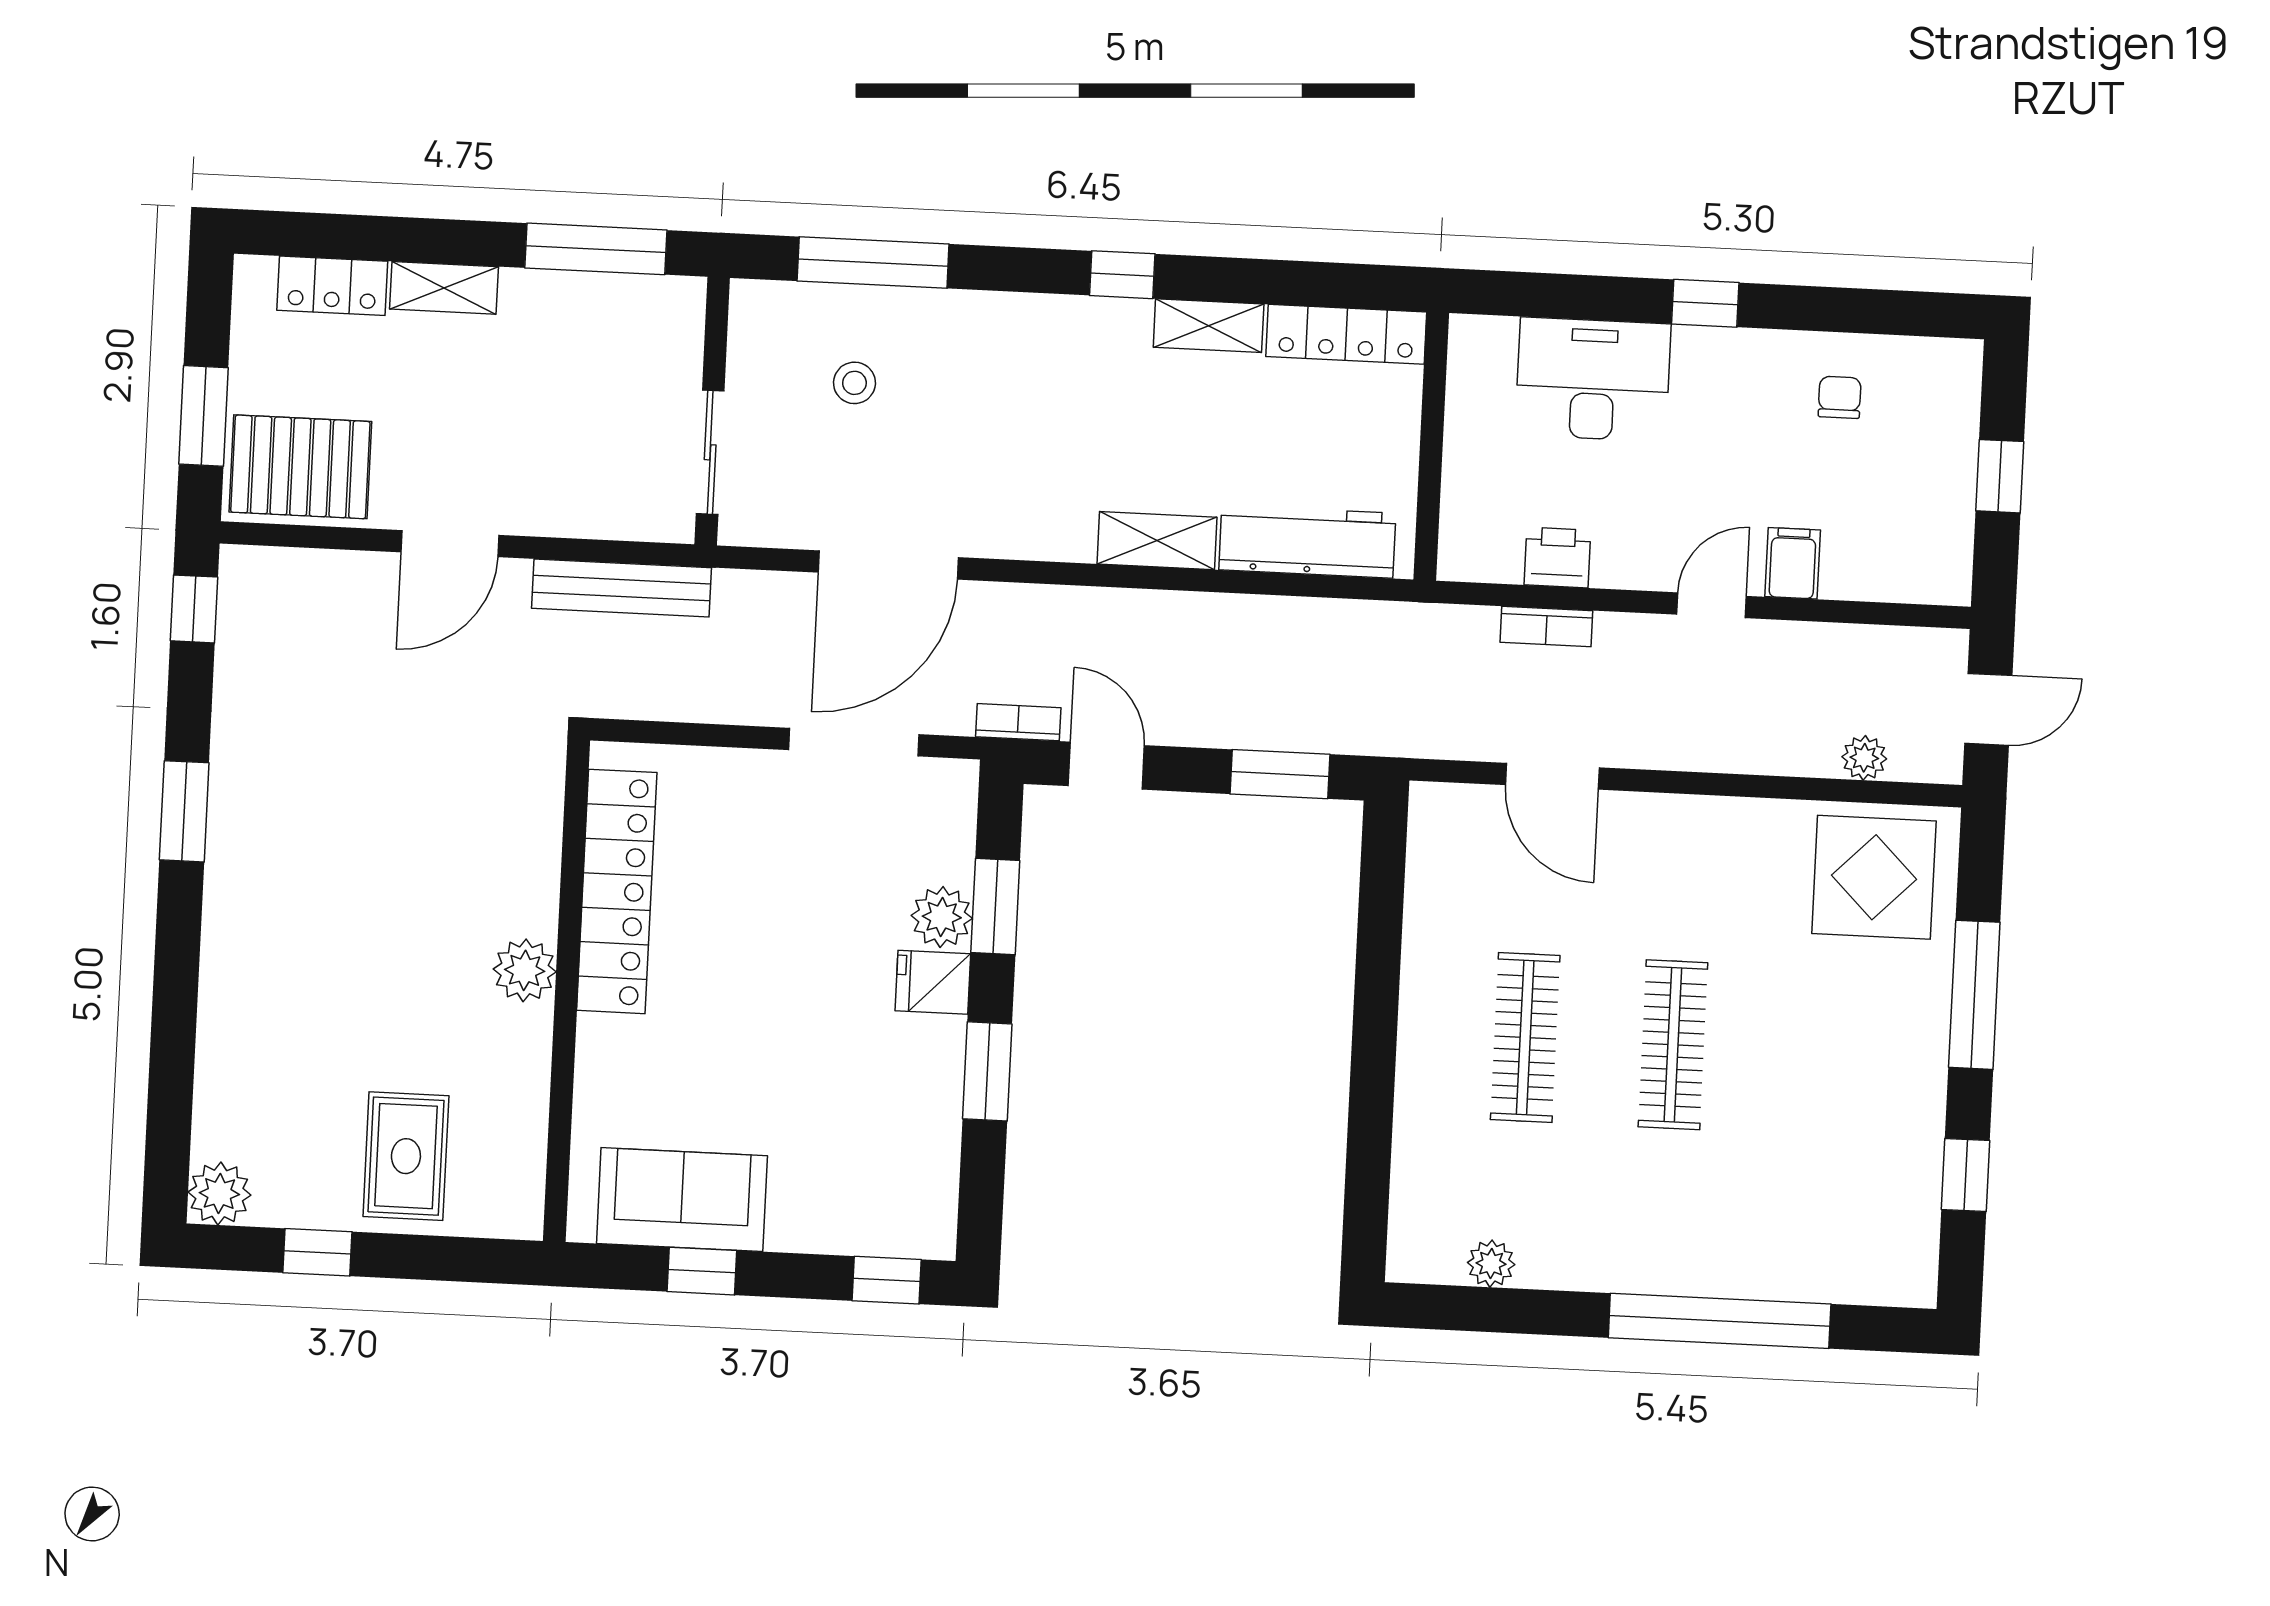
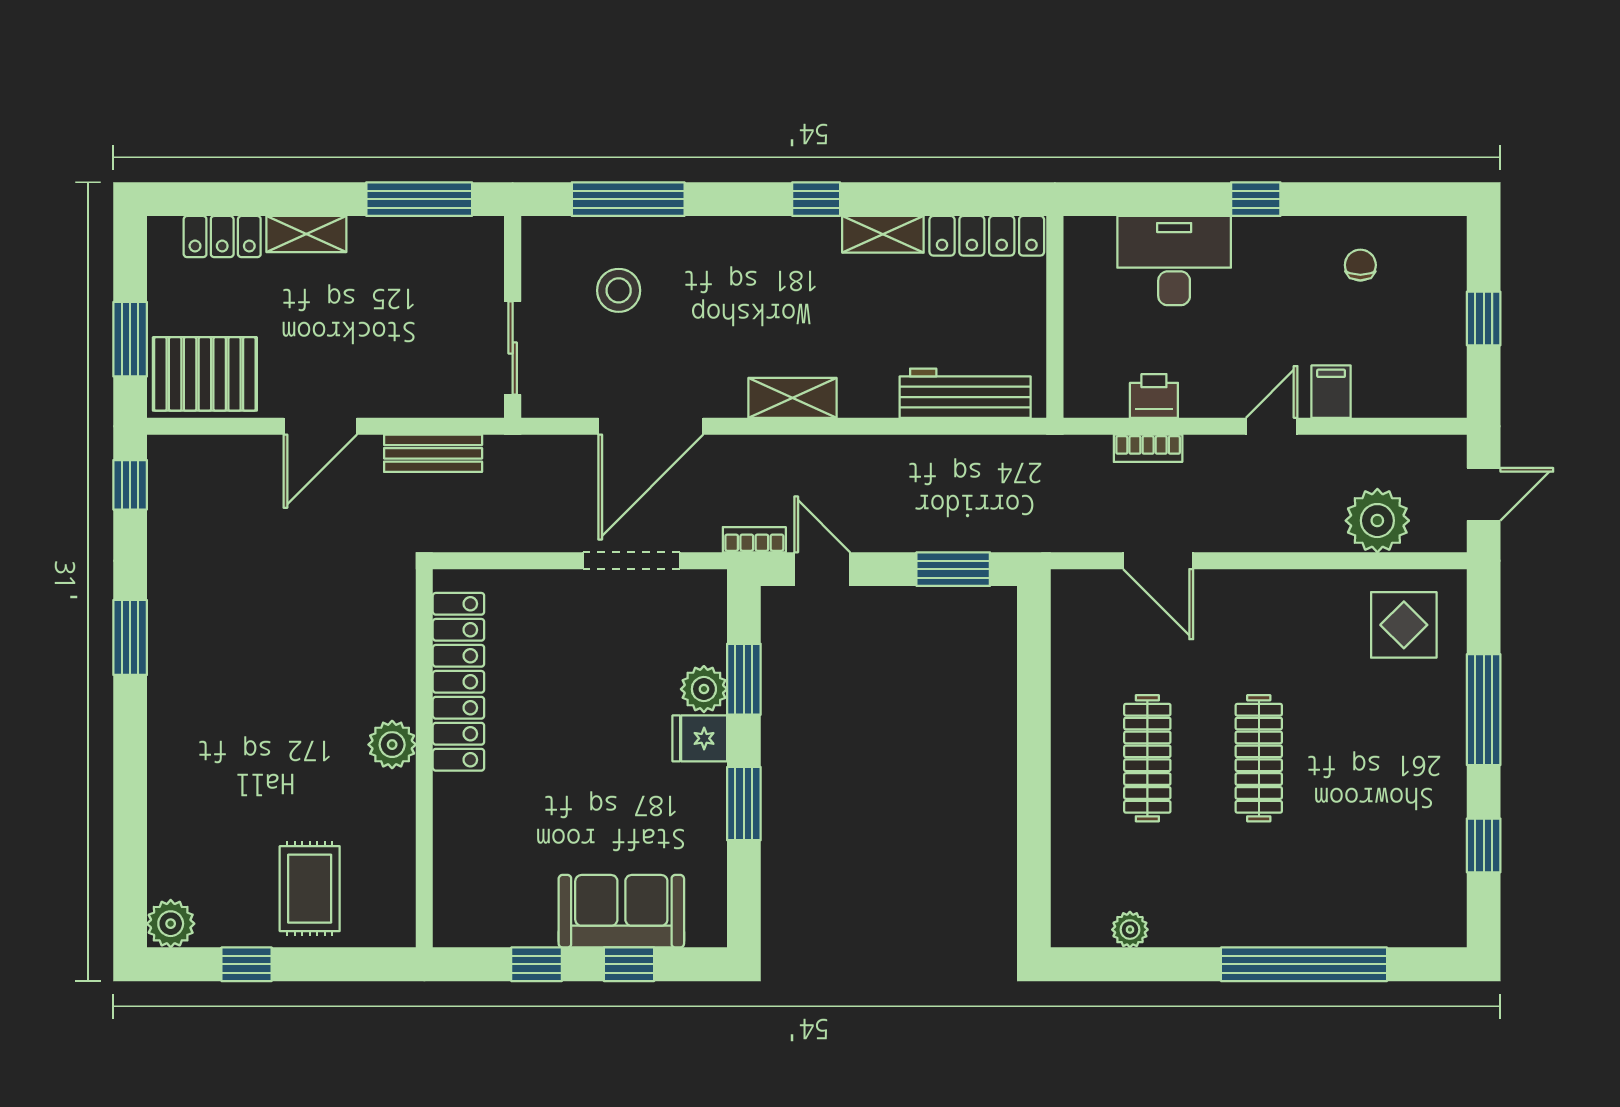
stool: (854, 383) -> (619, 290), width x1.37, depth x1.37
shelving: (1157, 541) -> (793, 398), moved
bench: (622, 588) -> (433, 453), width x0.73
plant: (1864, 758) -> (1377, 521), width x1.87, depth x1.87
display table: (1874, 877) -> (1404, 625), width x0.73, depth x0.73
sofa: (682, 1200) -> (621, 911), moved
window: (887, 1280) -> (629, 964), moved

